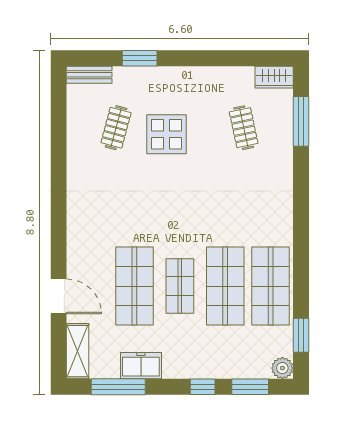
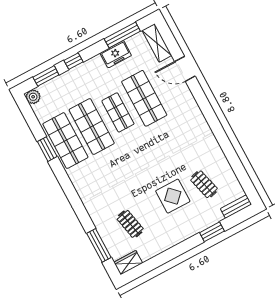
clothes rail: (116, 128) -> (204, 184), turned -30
window: (301, 335) -> (47, 149), moved

